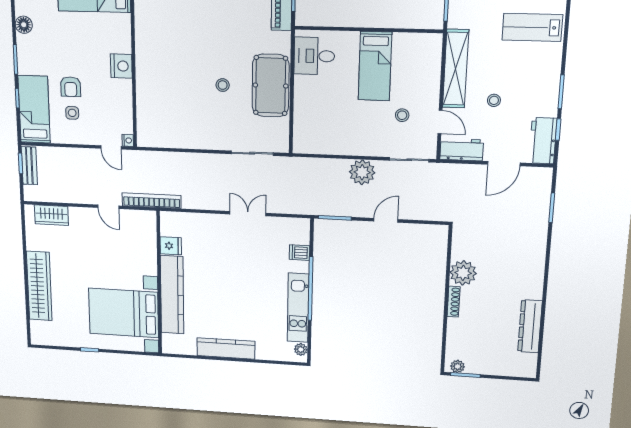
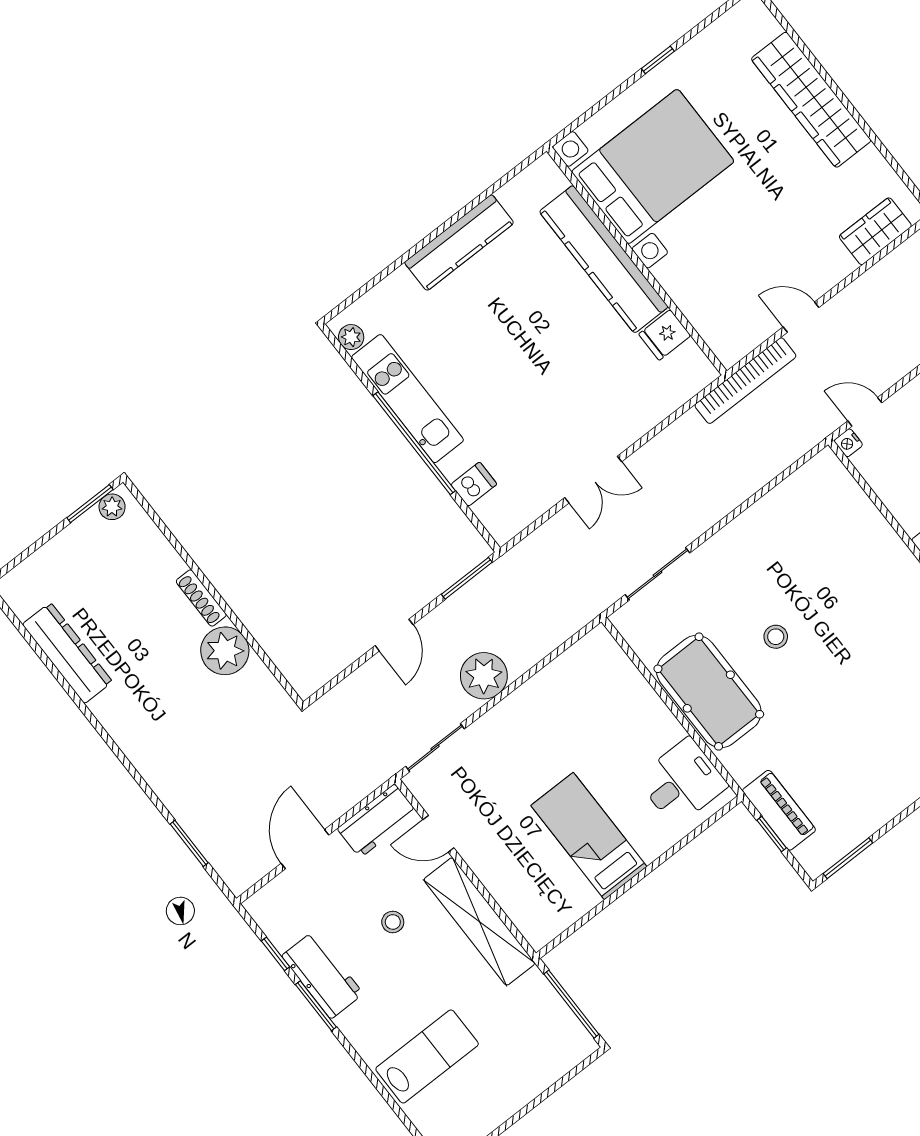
stool: (402, 115) -> (497, 800), removed
workbench: (543, 141) -> (322, 975), moved

